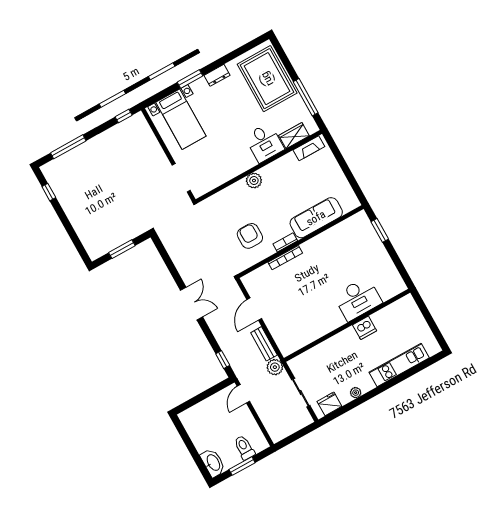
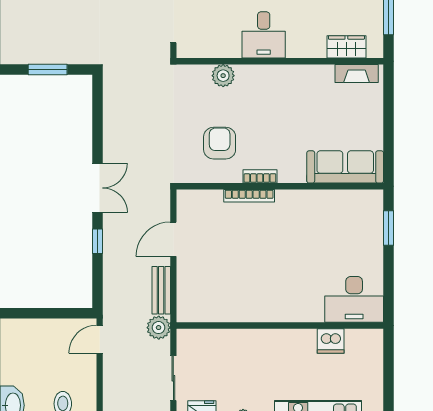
desk: (264, 143) -> (264, 35), moved
plant: (254, 181) -> (223, 76), moved
sofa: (316, 218) -> (345, 167), moved
desk: (358, 299) -> (354, 299), moved
dishwasher: (365, 328) -> (331, 341), moved
window: (223, 360) -> (98, 241), moved

